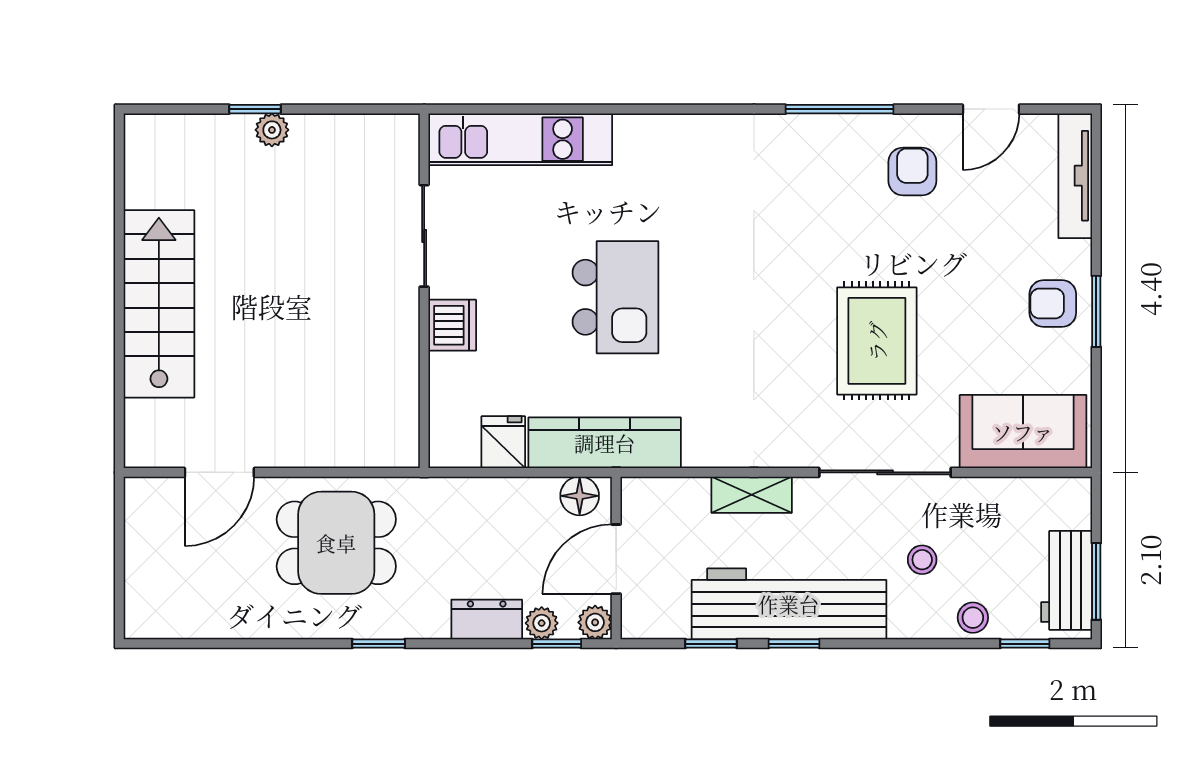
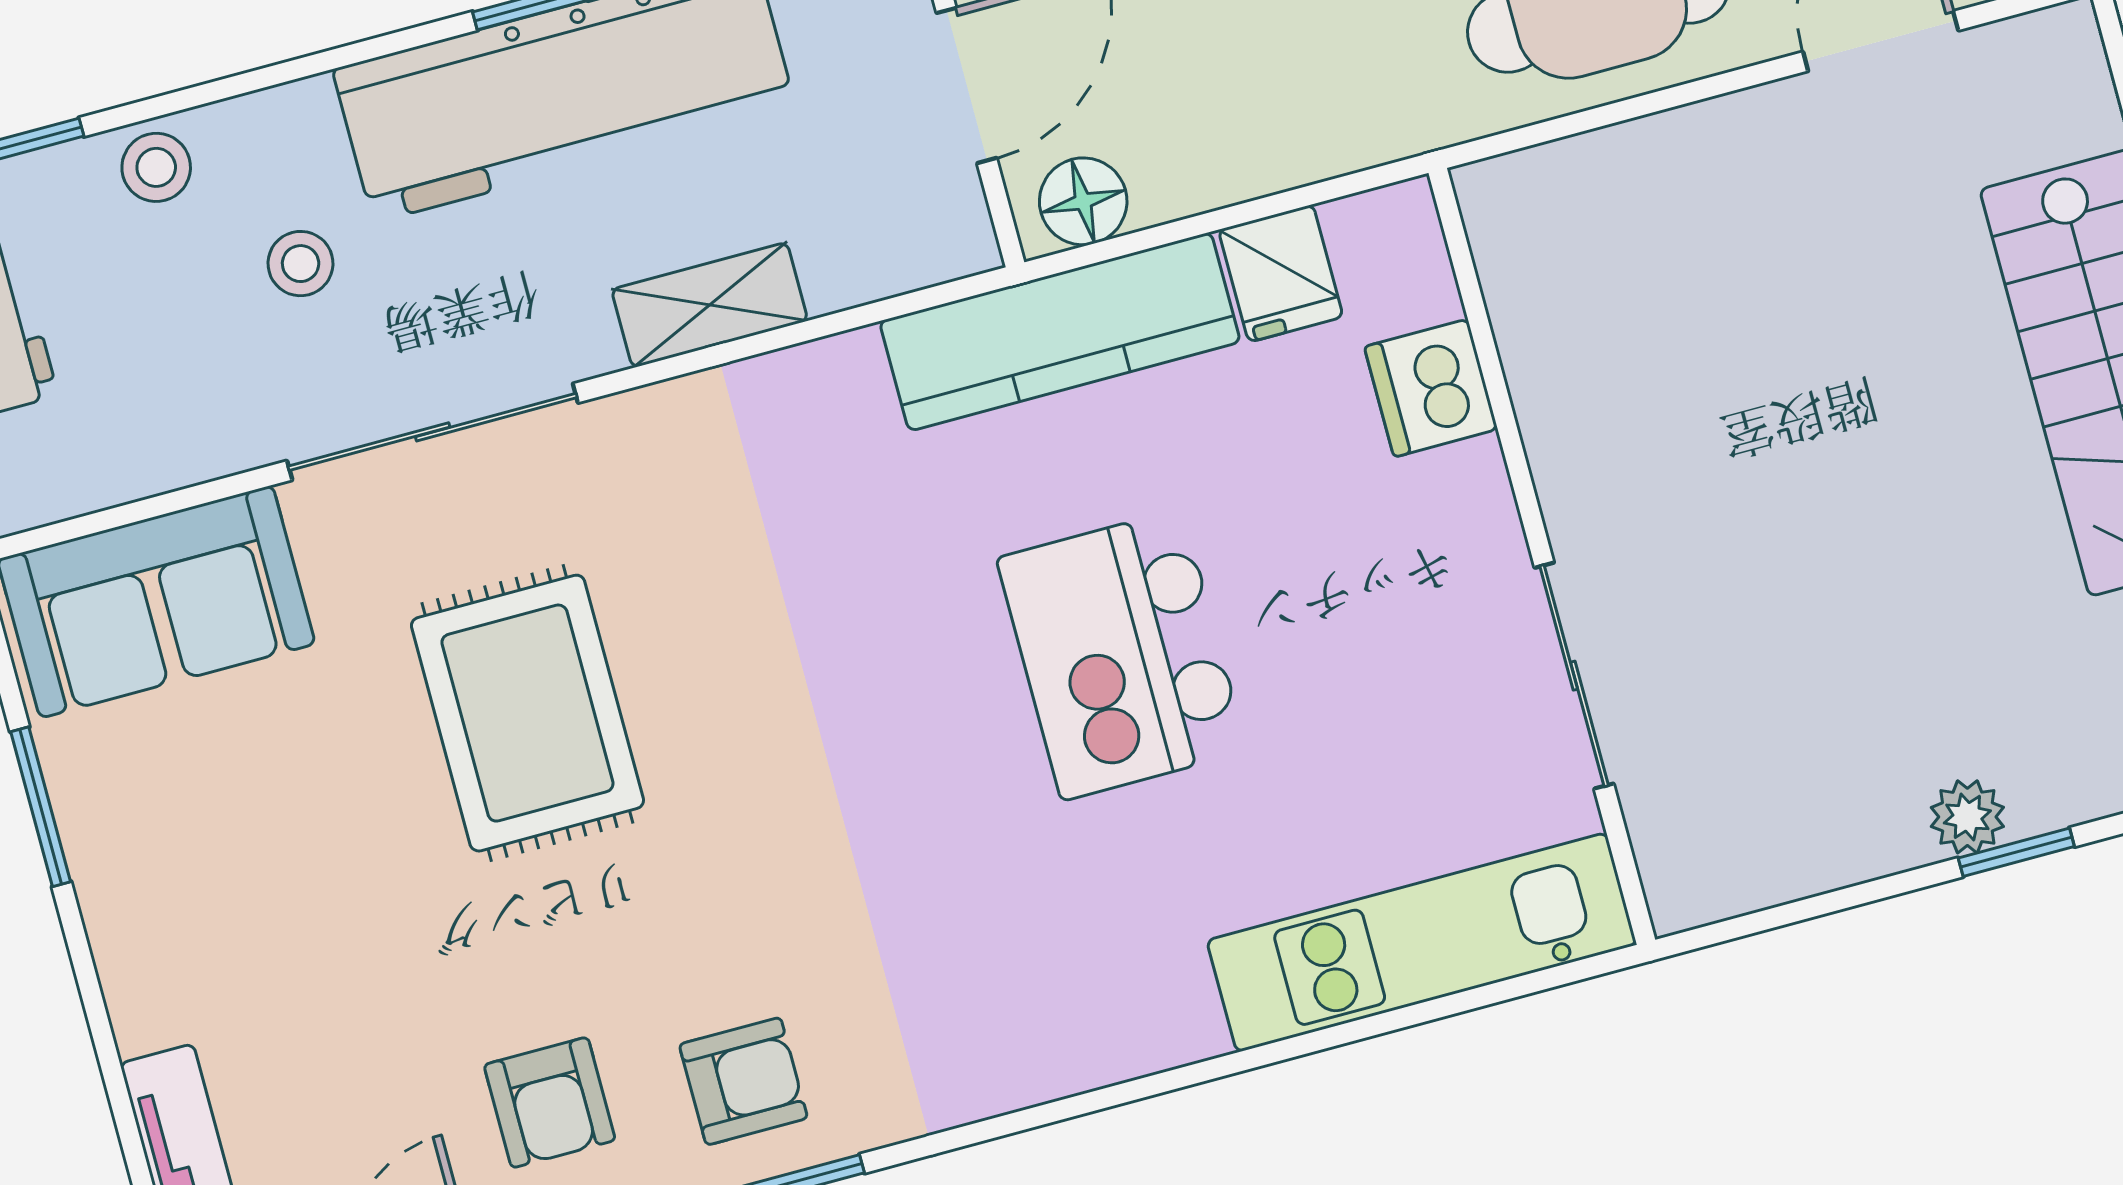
armchair: (1053, 303) -> (743, 1081), moved
window: (1096, 311) -> (41, 807), moved
dishwasher: (452, 325) -> (1431, 388), moved

